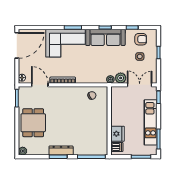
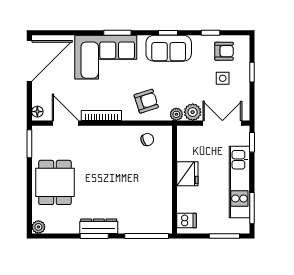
sofa: (105, 37) -> (169, 48), width x0.73
armchair: (91, 71) -> (146, 101), added
fridge: (117, 134) -> (187, 174), moved

